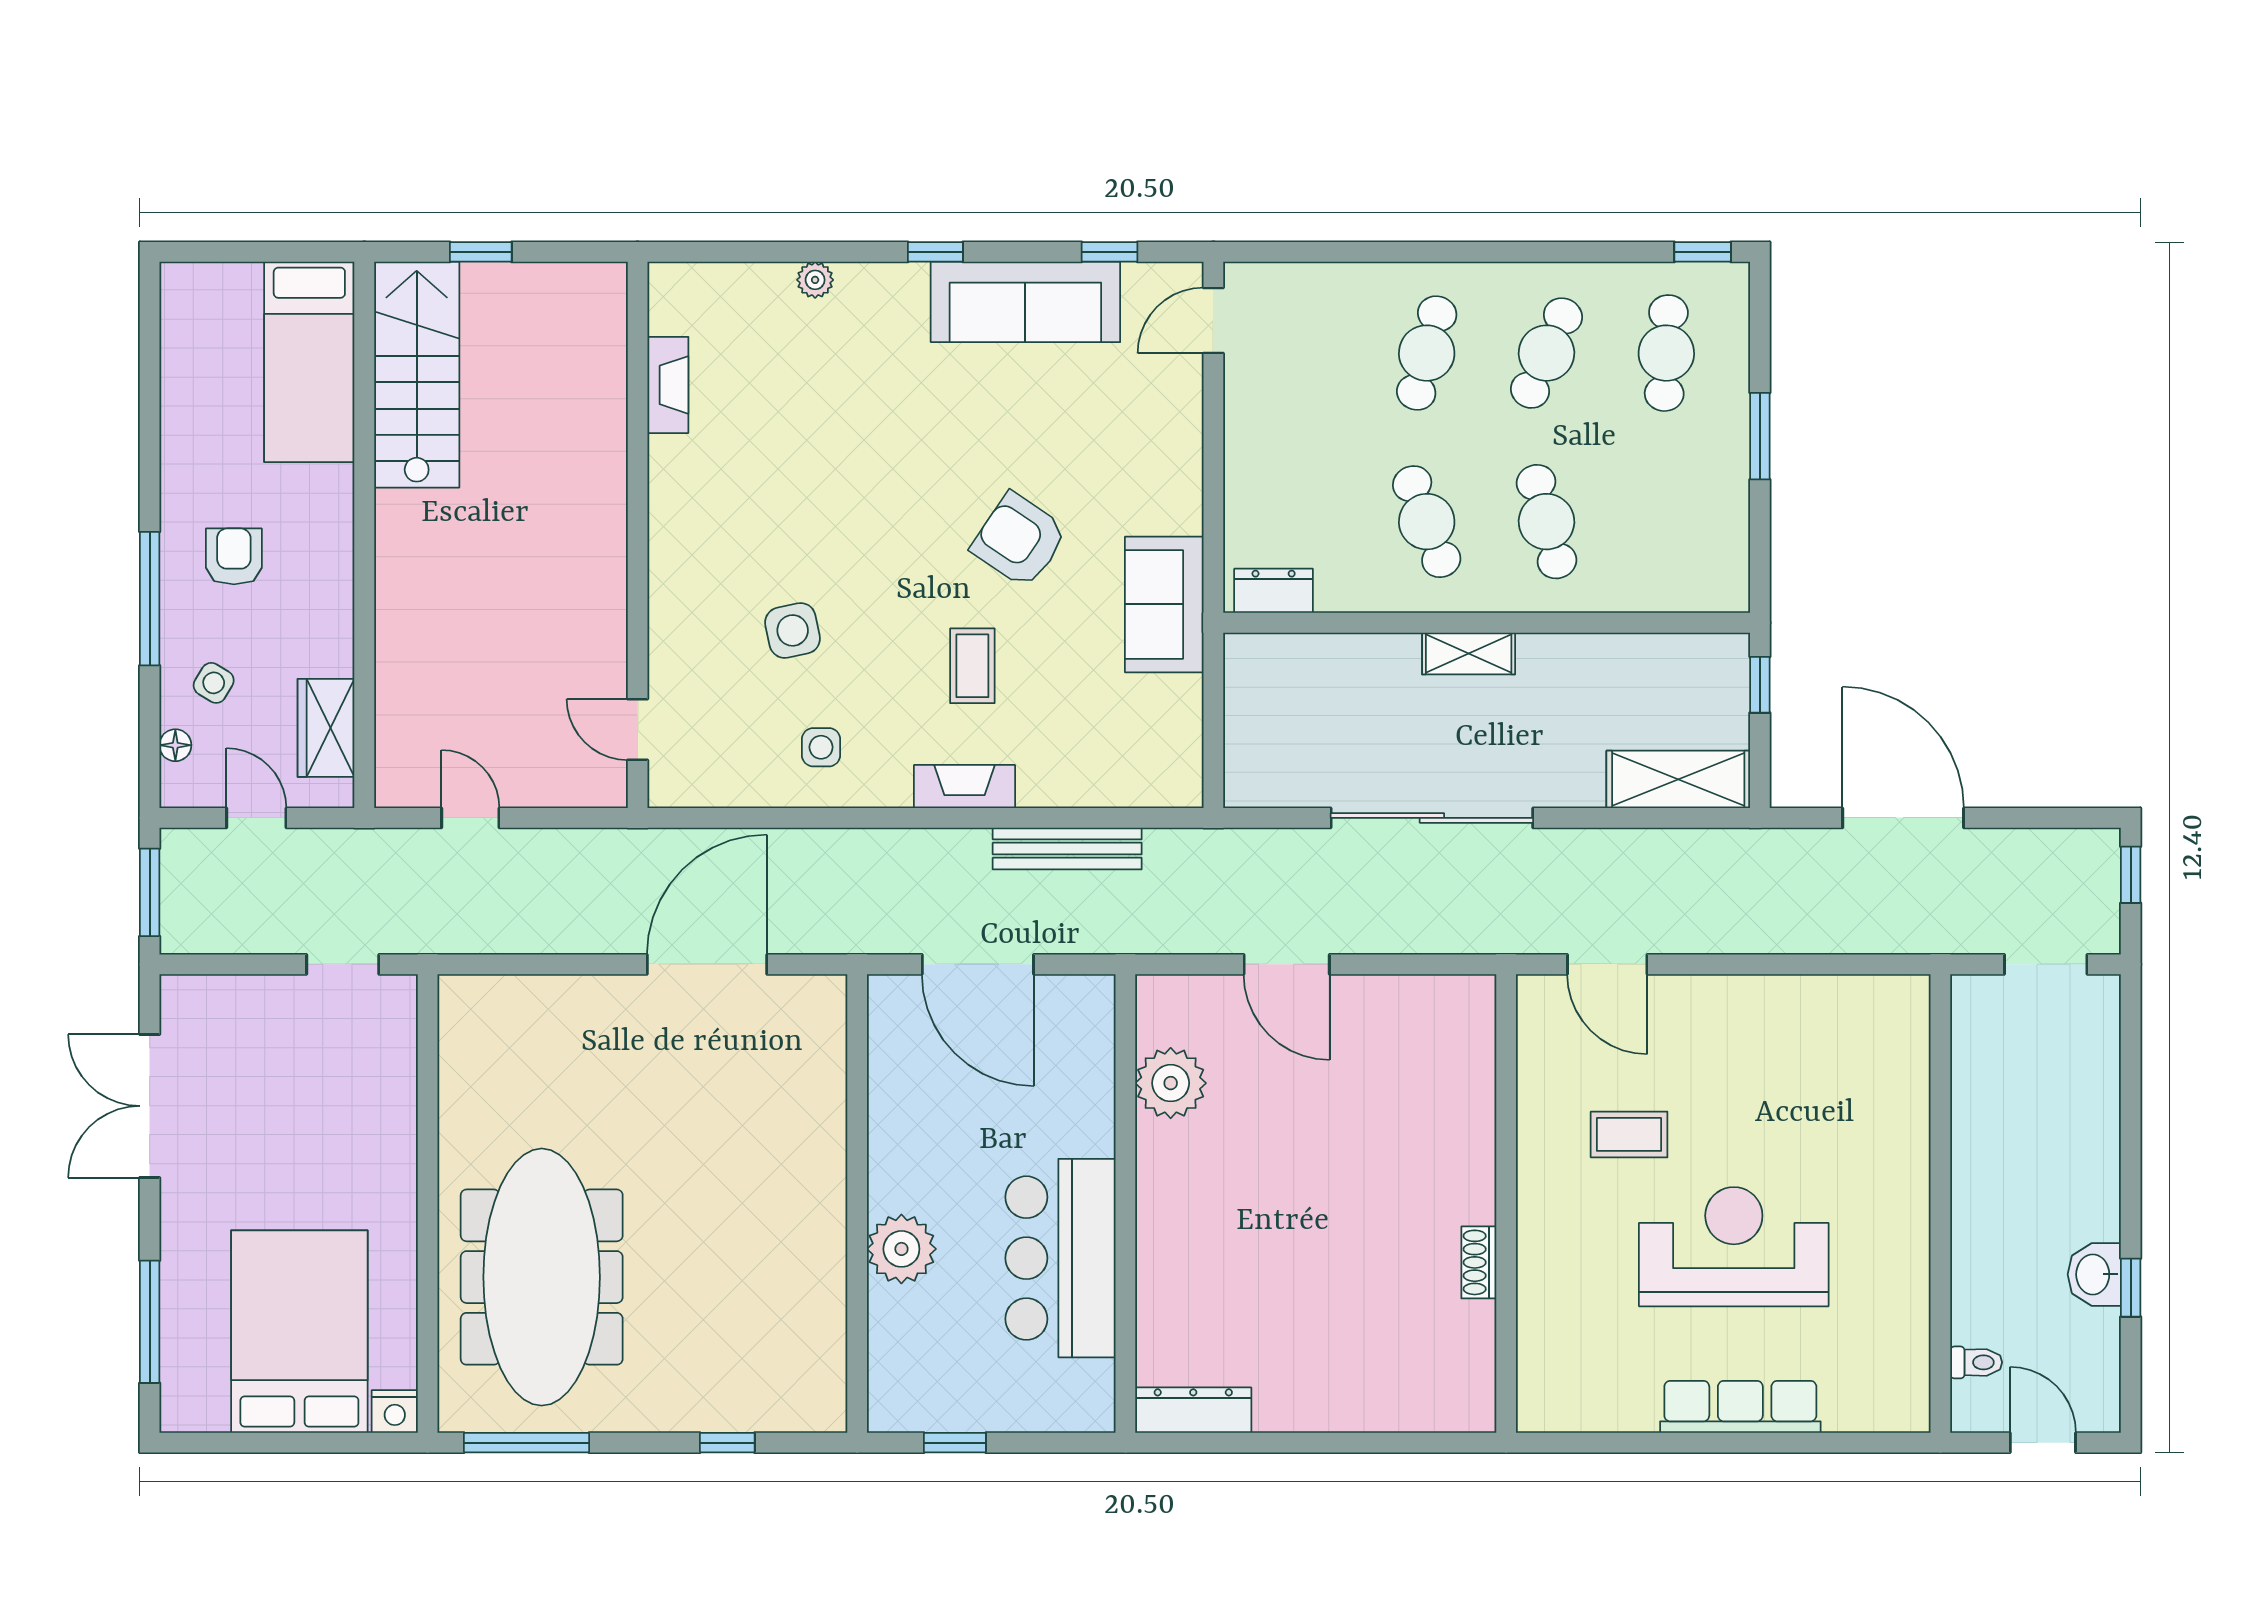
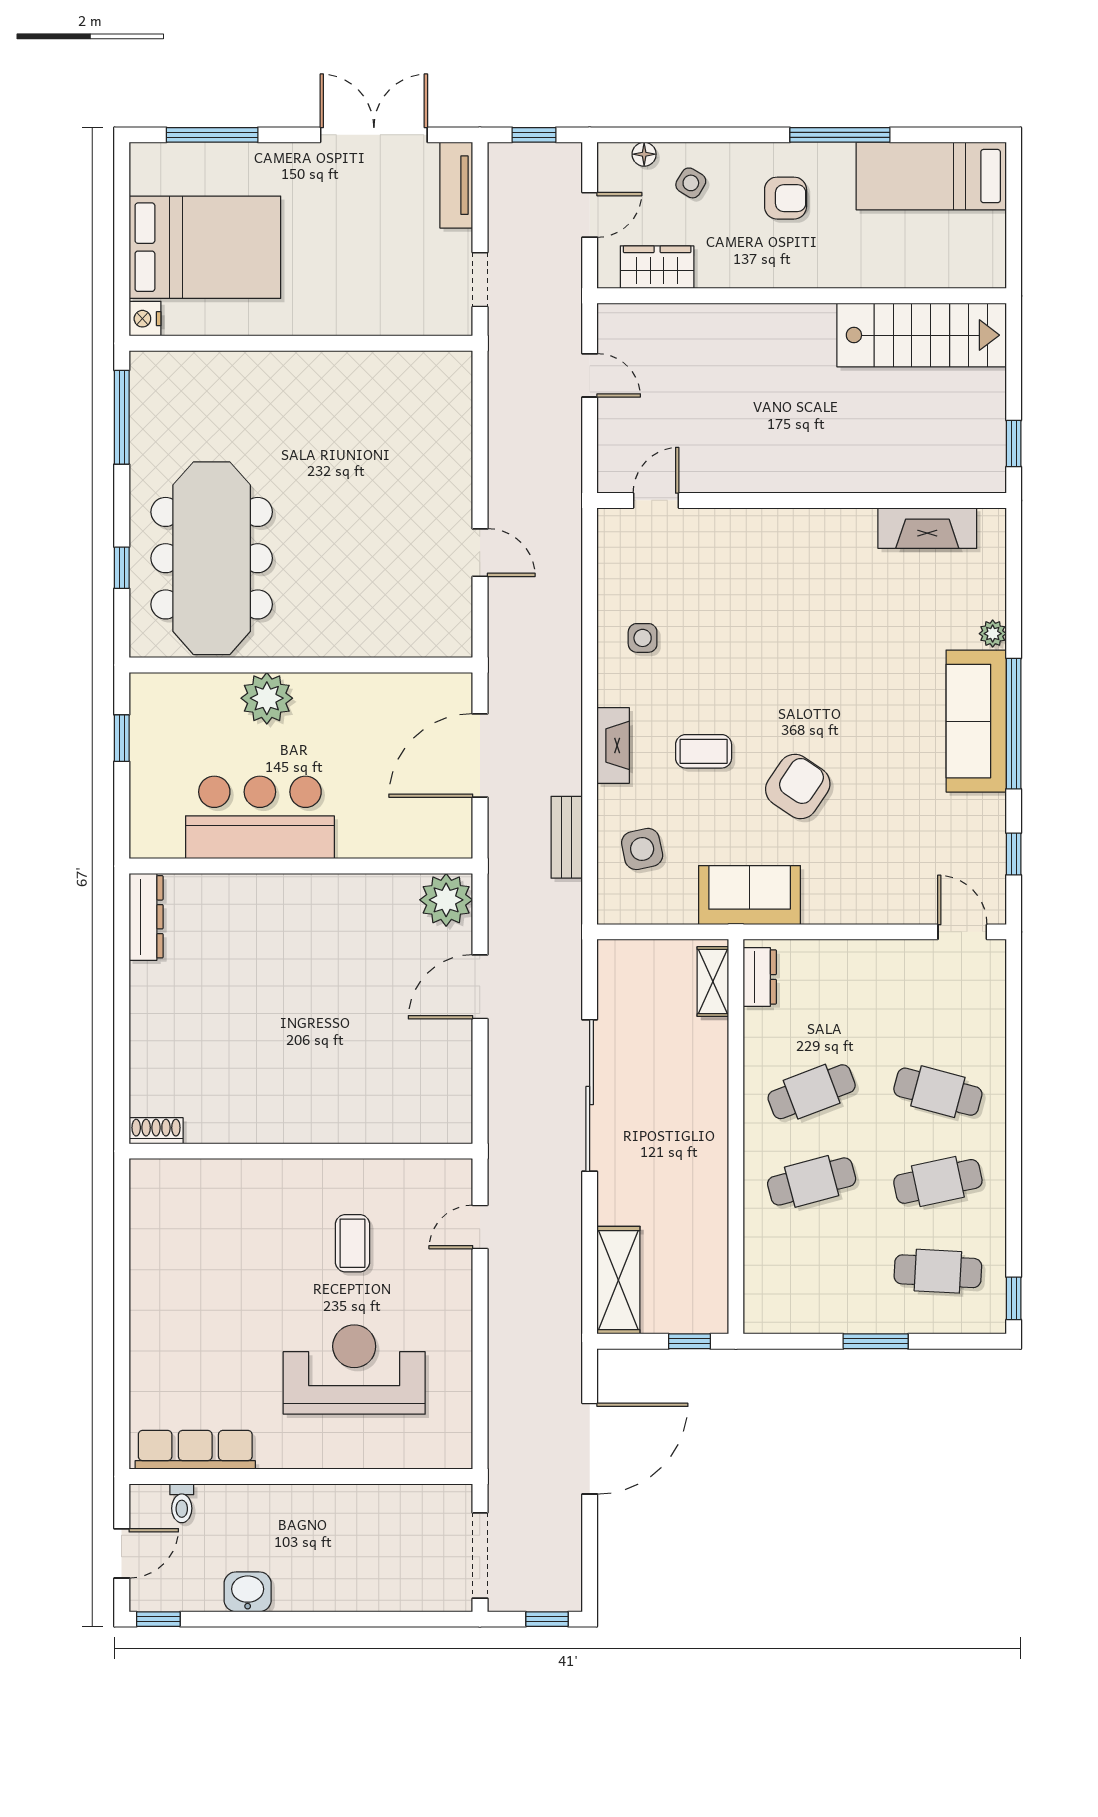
window: (481, 252) -> (1014, 444), moved
window: (935, 252) -> (1014, 724), width x3.17
sofa: (1025, 302) -> (976, 721), moved
cafe table: (1546, 353) -> (938, 1181), turned -36
bed: (309, 362) -> (931, 176), moved
fireplace: (668, 385) -> (927, 528), width x1.37, depth x1.32
window: (150, 599) -> (840, 135), moved
side table: (793, 630) -> (642, 849), moved
shelving: (1469, 653) -> (713, 982), moved
door: (470, 818) -> (590, 375), hinge flipped
bench: (1067, 849) -> (567, 837), width x0.73
window: (150, 892) -> (534, 135), width x0.67
door: (707, 964) -> (480, 553), width x0.53
door: (1607, 964) -> (480, 1227), width x0.73
doorway: (2046, 964) -> (480, 1555), width x1.38
tv unit: (217, 996) -> (456, 185), added
plant: (1171, 1083) -> (446, 900), moved
reception desk: (1734, 1247) -> (354, 1370), moved, turned -90
shoe rack: (1479, 1262) -> (156, 1131), moved
meeting table: (542, 1277) -> (212, 558), moved, turned 90
window: (2131, 1288) -> (158, 1619), moved
row of seats: (1740, 1407) -> (195, 1450), moved, turned -90

